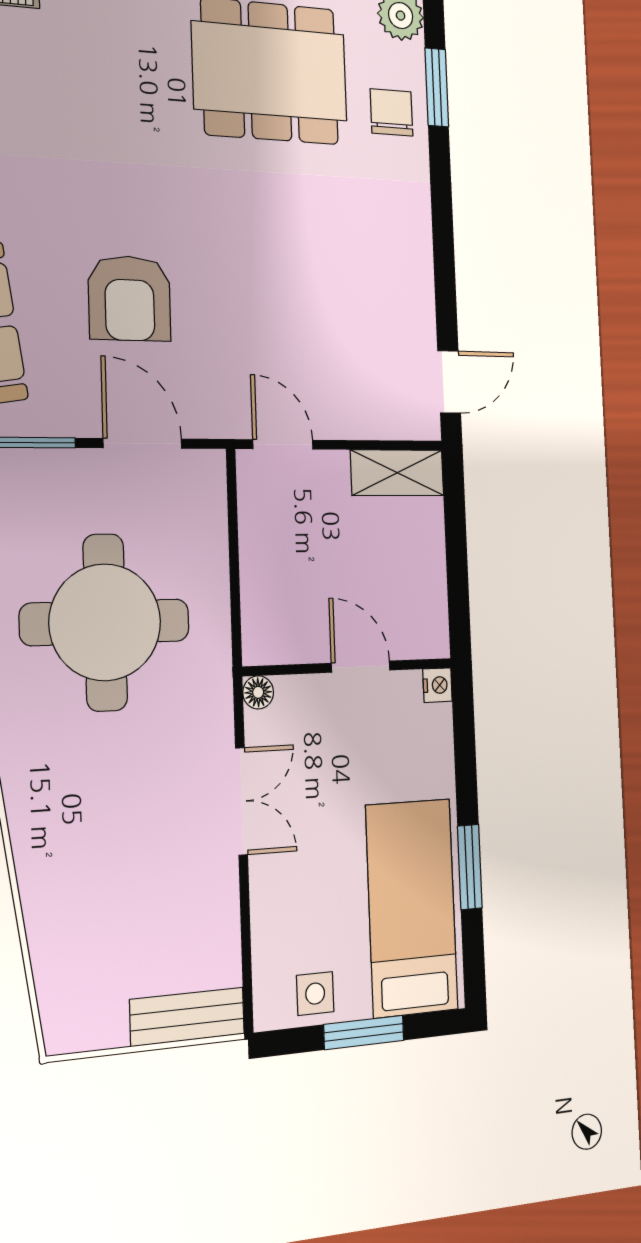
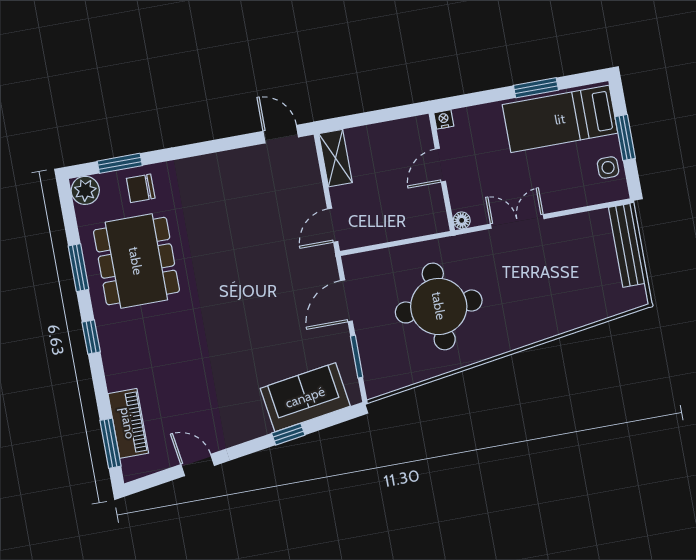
armchair: (130, 298) -> (274, 319), removed
bench: (187, 1017) -> (627, 245), width x1.36

